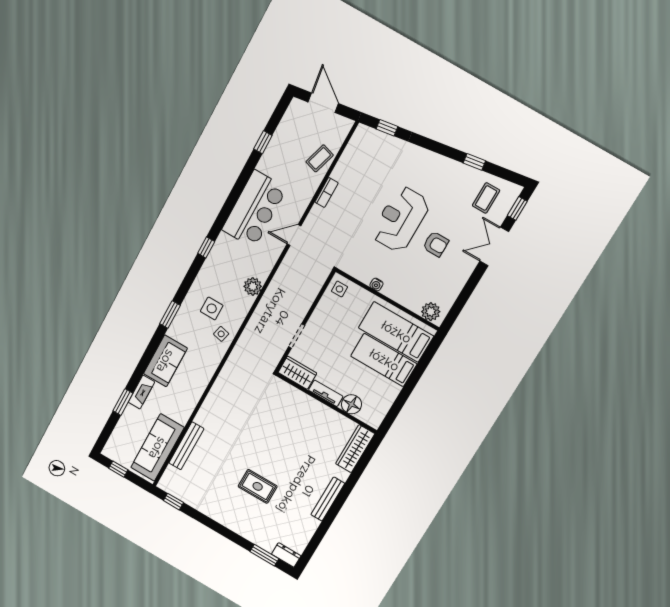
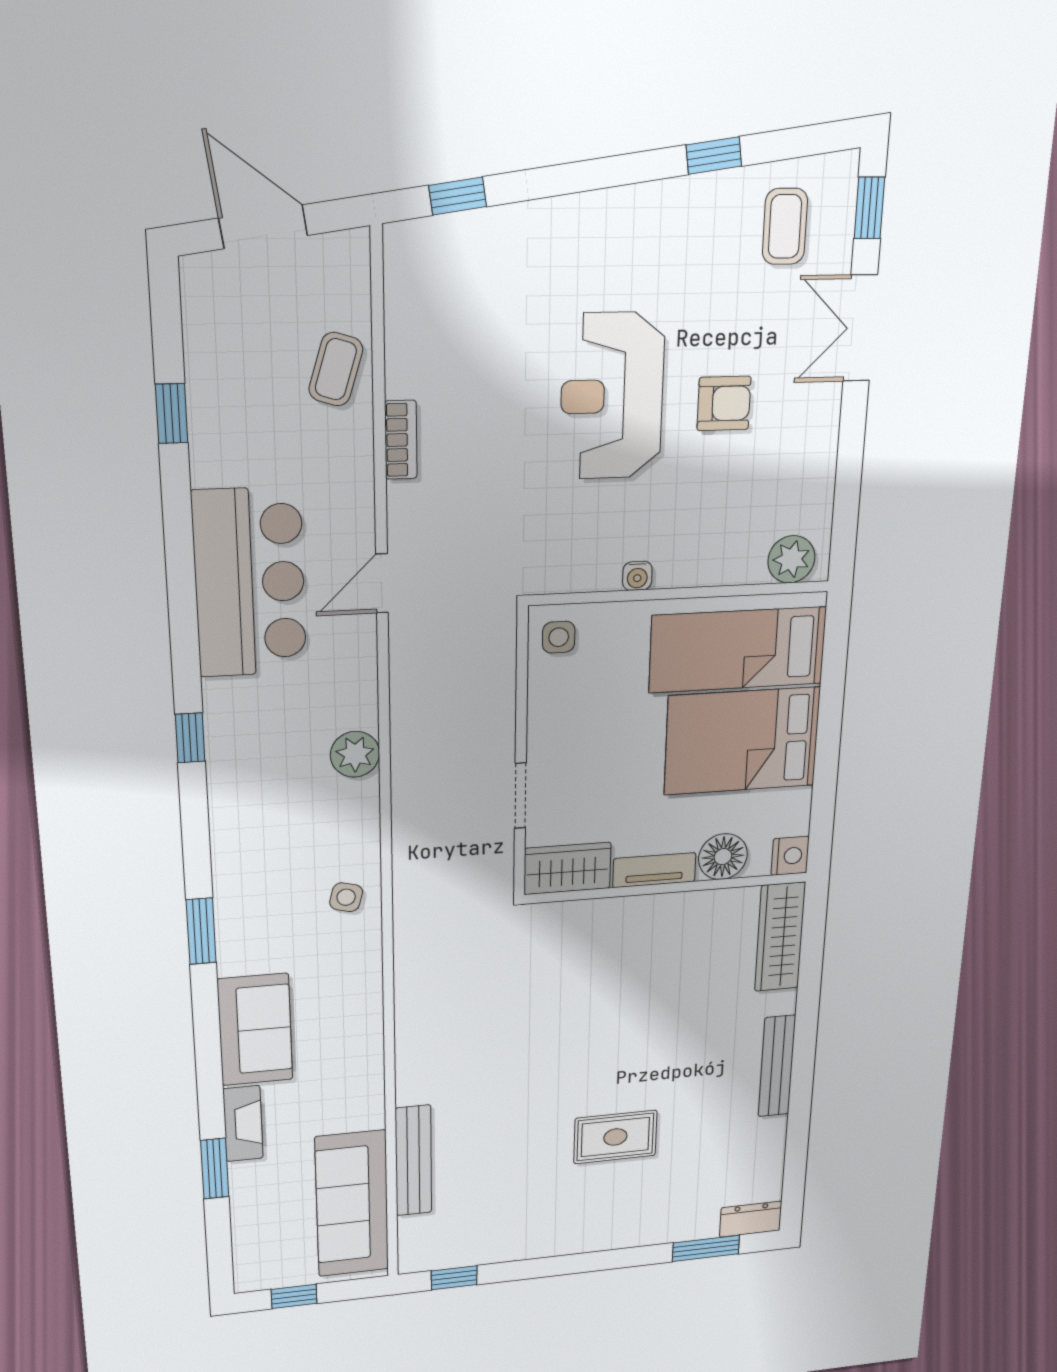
side table: (212, 308) -> (290, 859), removed
bed: (384, 360) -> (742, 741), width x1.50
nightstand: (375, 420) -> (790, 856), added

